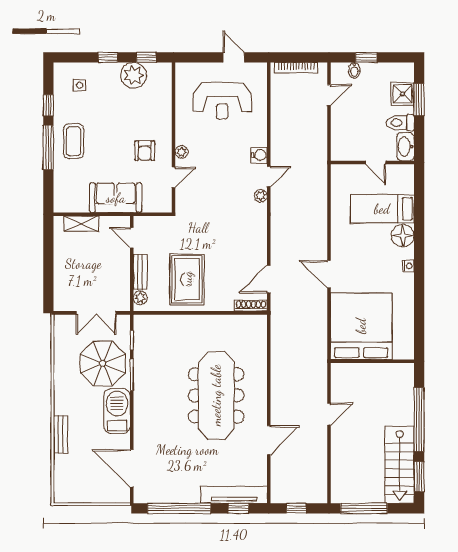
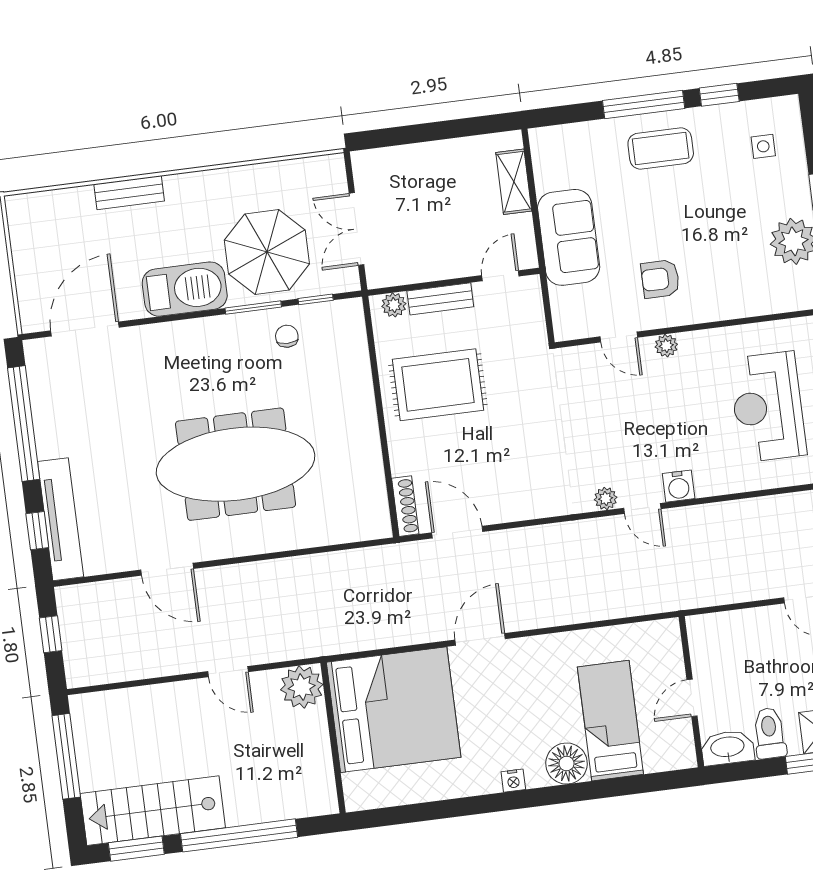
chair: (150, 358) -> (287, 336), added
plant: (342, 375) -> (302, 687), added

